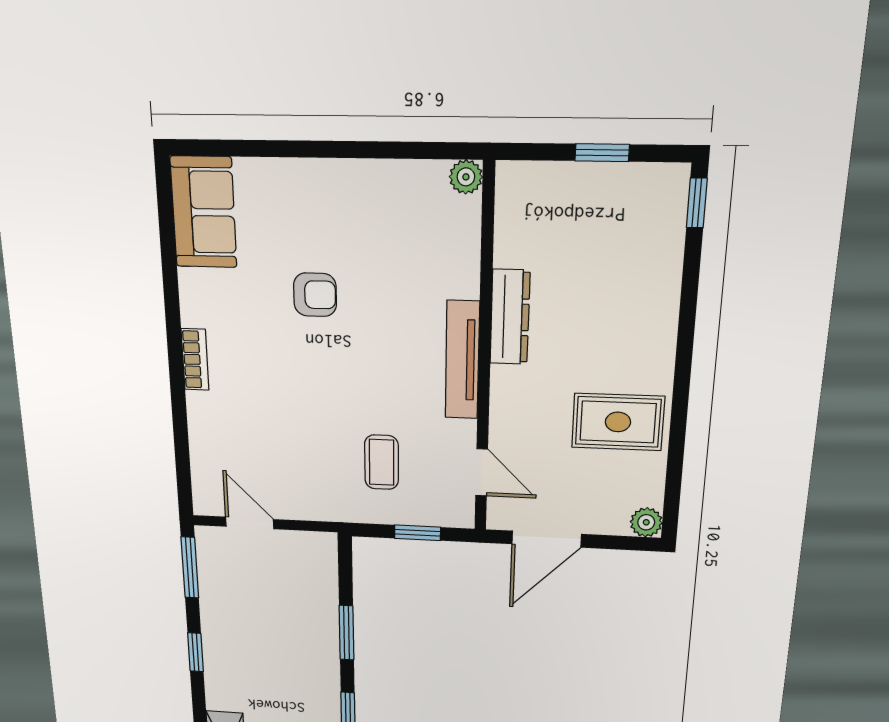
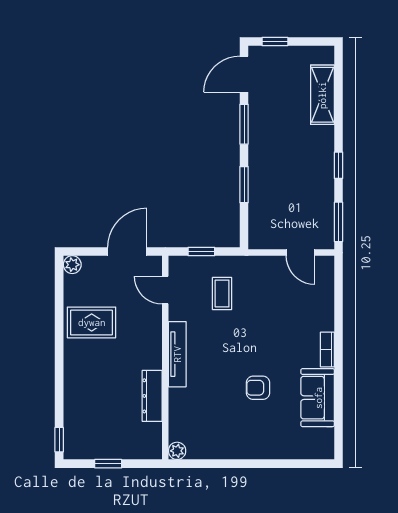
sofa: (204, 212) -> (318, 398), moved
dresser: (510, 317) -> (152, 396), moved

